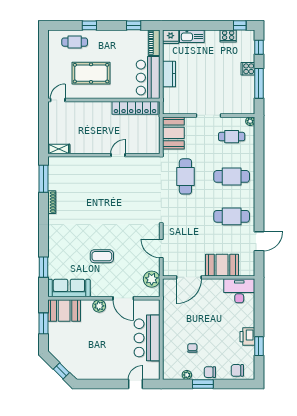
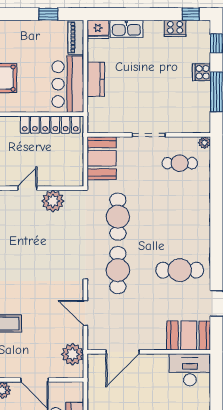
plant: (137, 165) -> (53, 201), added
cafe table: (232, 176) -> (118, 270), moved, turned 90
booth: (222, 265) -> (189, 335), moved

